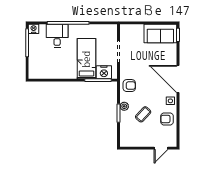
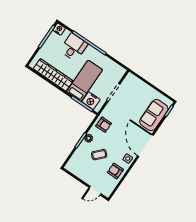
sofa: (160, 34) -> (154, 115), moved, turned 90
wardrobe: (56, 72) -> (53, 75), added

